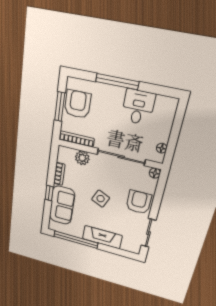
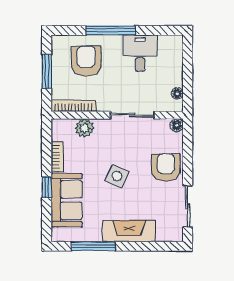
armchair: (78, 104) -> (86, 61), moved
sliding door: (121, 157) -> (132, 115), width x0.73
window: (76, 240) -> (93, 246), width x0.68

